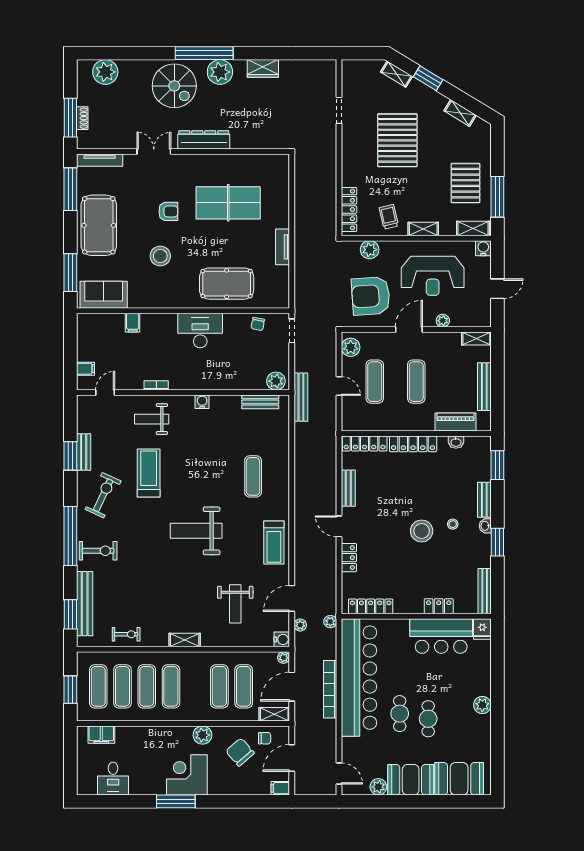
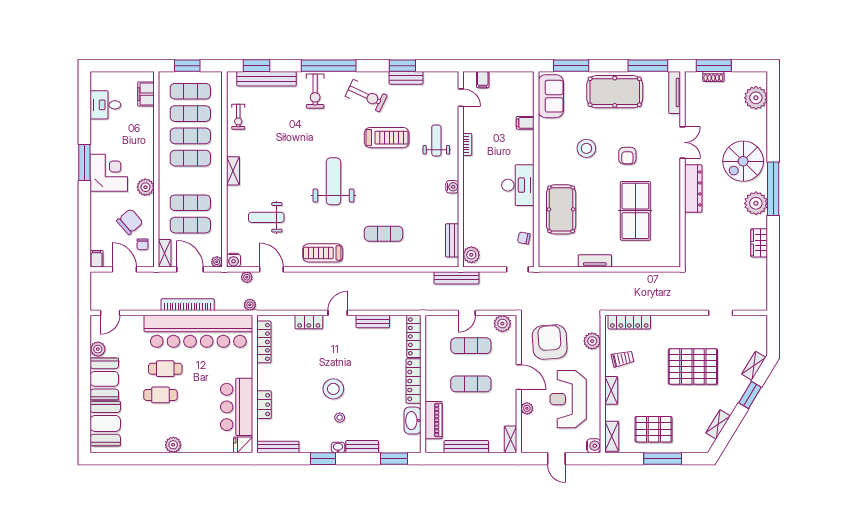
window: (497, 197) -> (663, 459), moved
washbasin: (456, 442) -> (413, 421), width x1.91, depth x1.45

